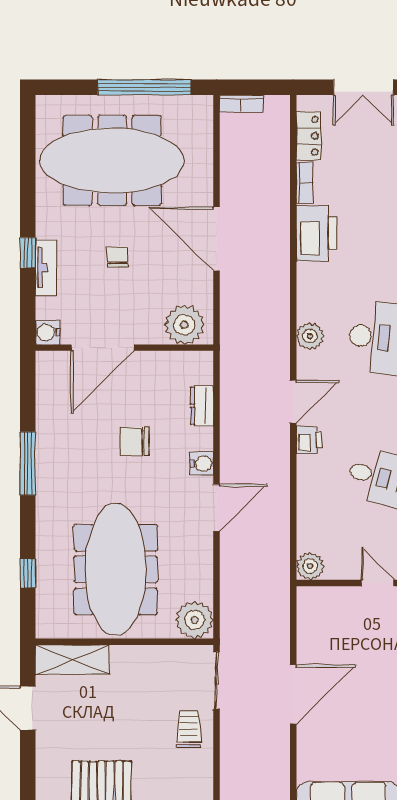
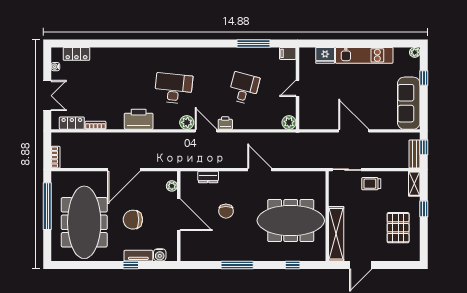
printer: (316, 233) -> (139, 119), moved
chair: (118, 257) -> (133, 220), width x1.87, depth x1.87
plant: (184, 325) -> (172, 186), width x0.53, depth x0.53
water cooler: (48, 332) -> (160, 255), moved
plant: (310, 336) -> (187, 122), moved
door: (102, 348) -> (179, 215), moved
water cooler: (202, 464) -> (237, 177), removed
plant: (195, 620) -> (316, 181), removed
shelving: (72, 660) -> (336, 234), width x1.47

